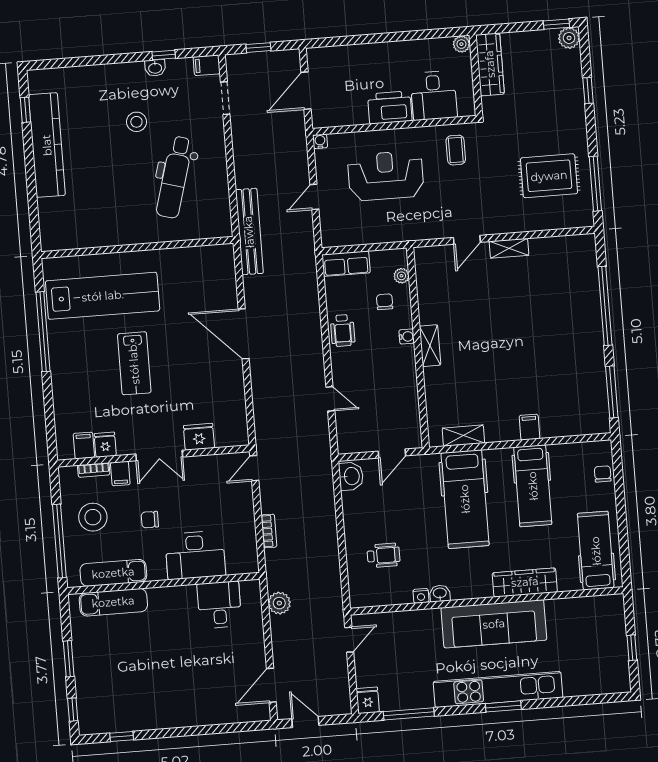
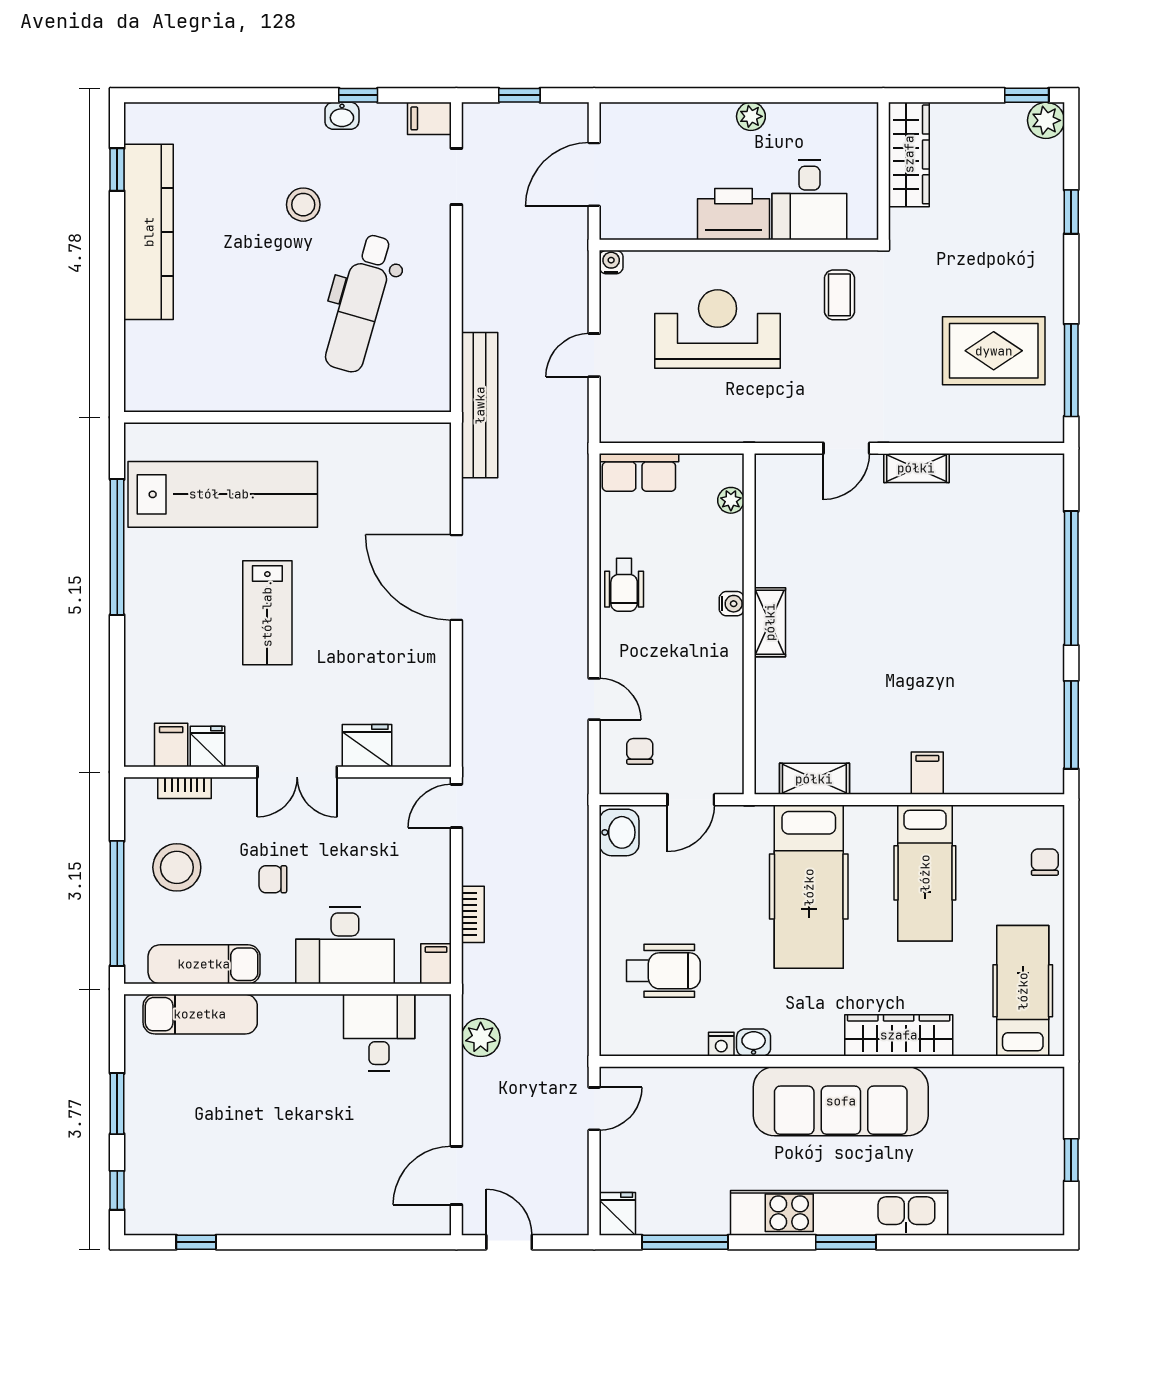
plant: (461, 44) -> (751, 116), moved
chair: (385, 302) -> (640, 751), moved
filing cabinet: (120, 474) -> (436, 964), moved, turned 180
wheelchair: (383, 555) -> (663, 971), width x1.36, depth x1.37

